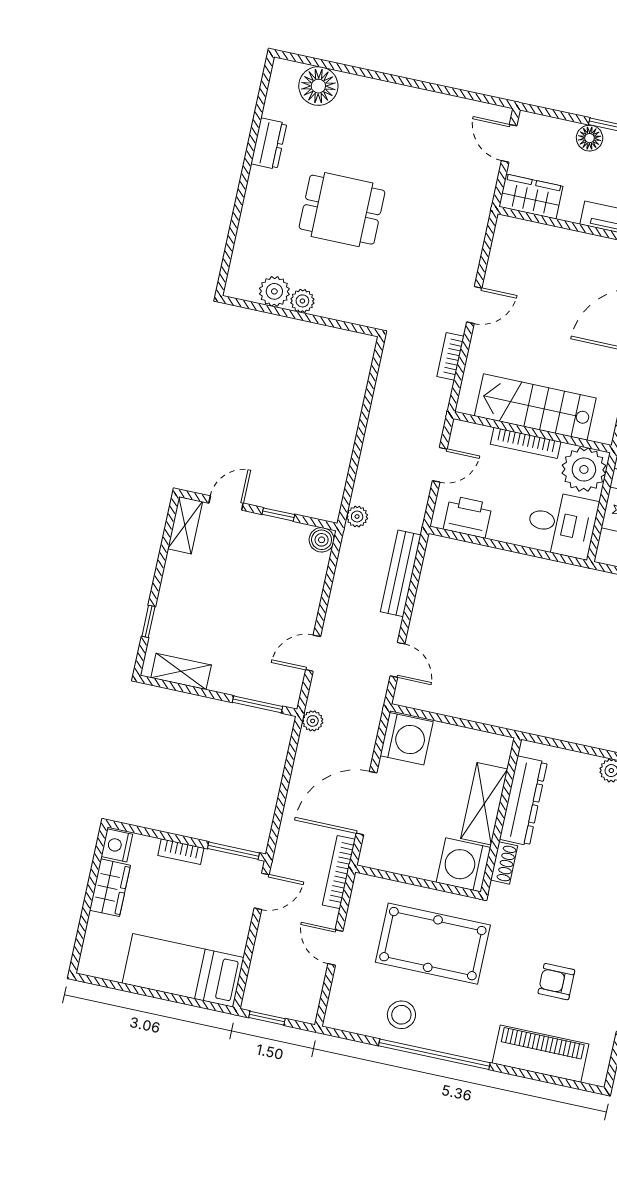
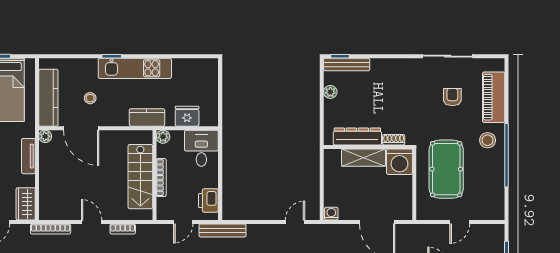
door: (440, 465) -> (183, 222), swing flipped
plant: (584, 469) -> (163, 137), width x0.53, depth x0.53
bench: (401, 573) -> (223, 231), moved
washing machine: (407, 739) -> (331, 214), width x0.53, depth x0.53
bookcase: (339, 872) -> (51, 229), moved
armchair: (556, 982) -> (452, 97), turned 180
stool: (401, 1015) -> (488, 140), moved

